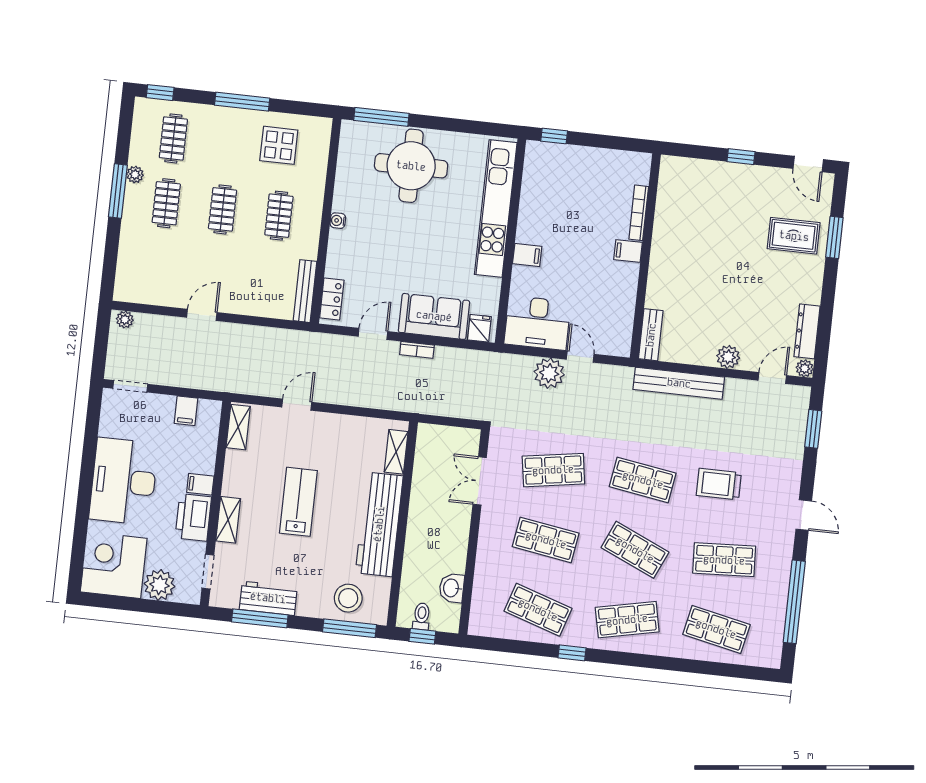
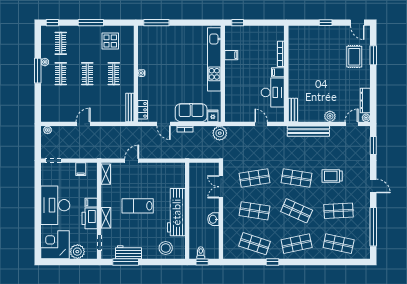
round table: (411, 166) -> (173, 44), removed
rug: (794, 236) -> (354, 57), turned 90
filing cabinet: (527, 255) -> (231, 55), moved
desk: (537, 323) -> (273, 92), moved, turned -90
door: (373, 334) -> (164, 124), swing flipped
plant: (549, 373) -> (220, 133), moved
shelving: (396, 452) -> (180, 178), removed
lab bench: (298, 502) -> (138, 206), turned -90
washbasin: (452, 588) -> (213, 219), moved
window: (350, 628) -> (168, 262), removed

